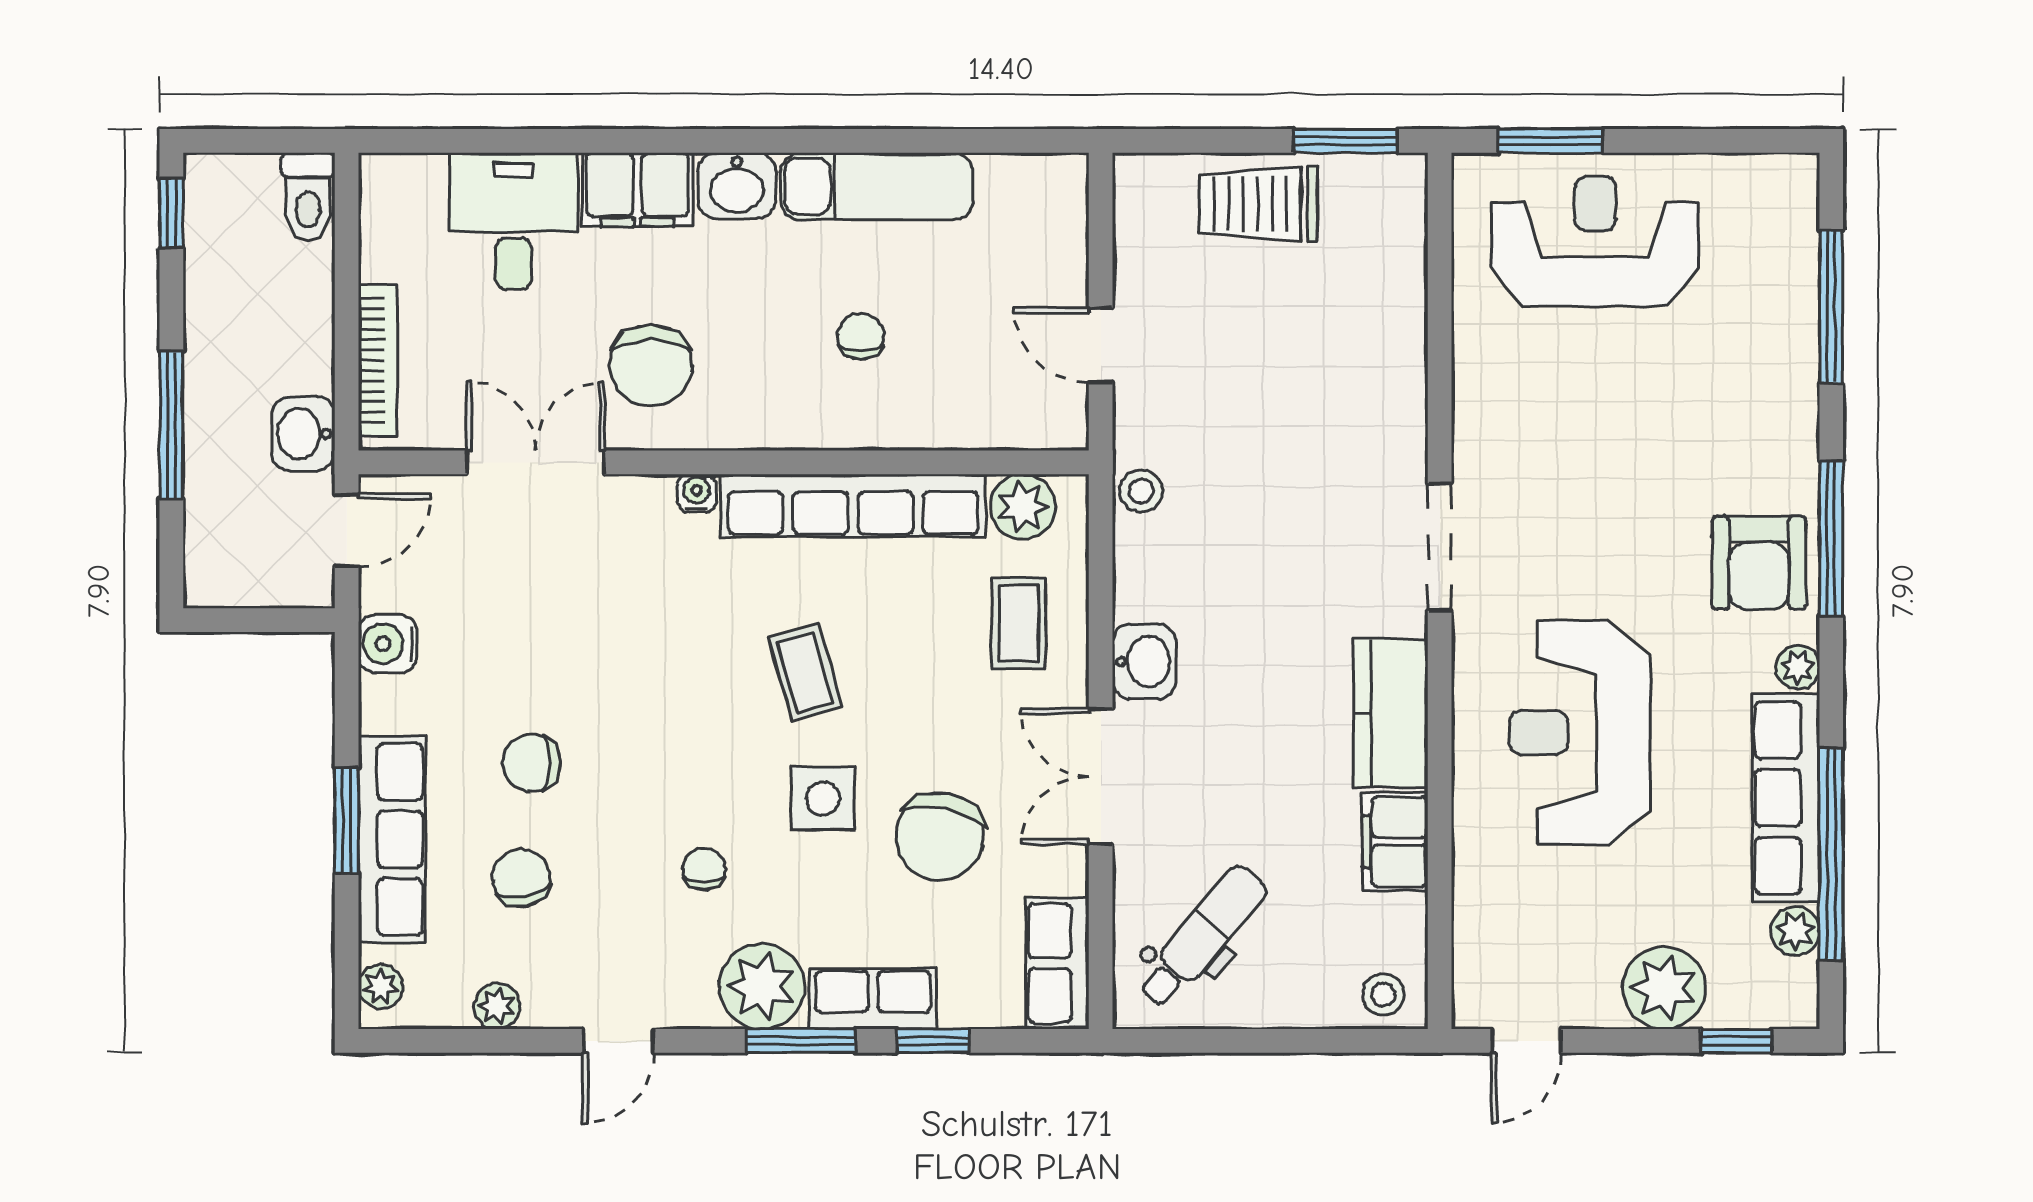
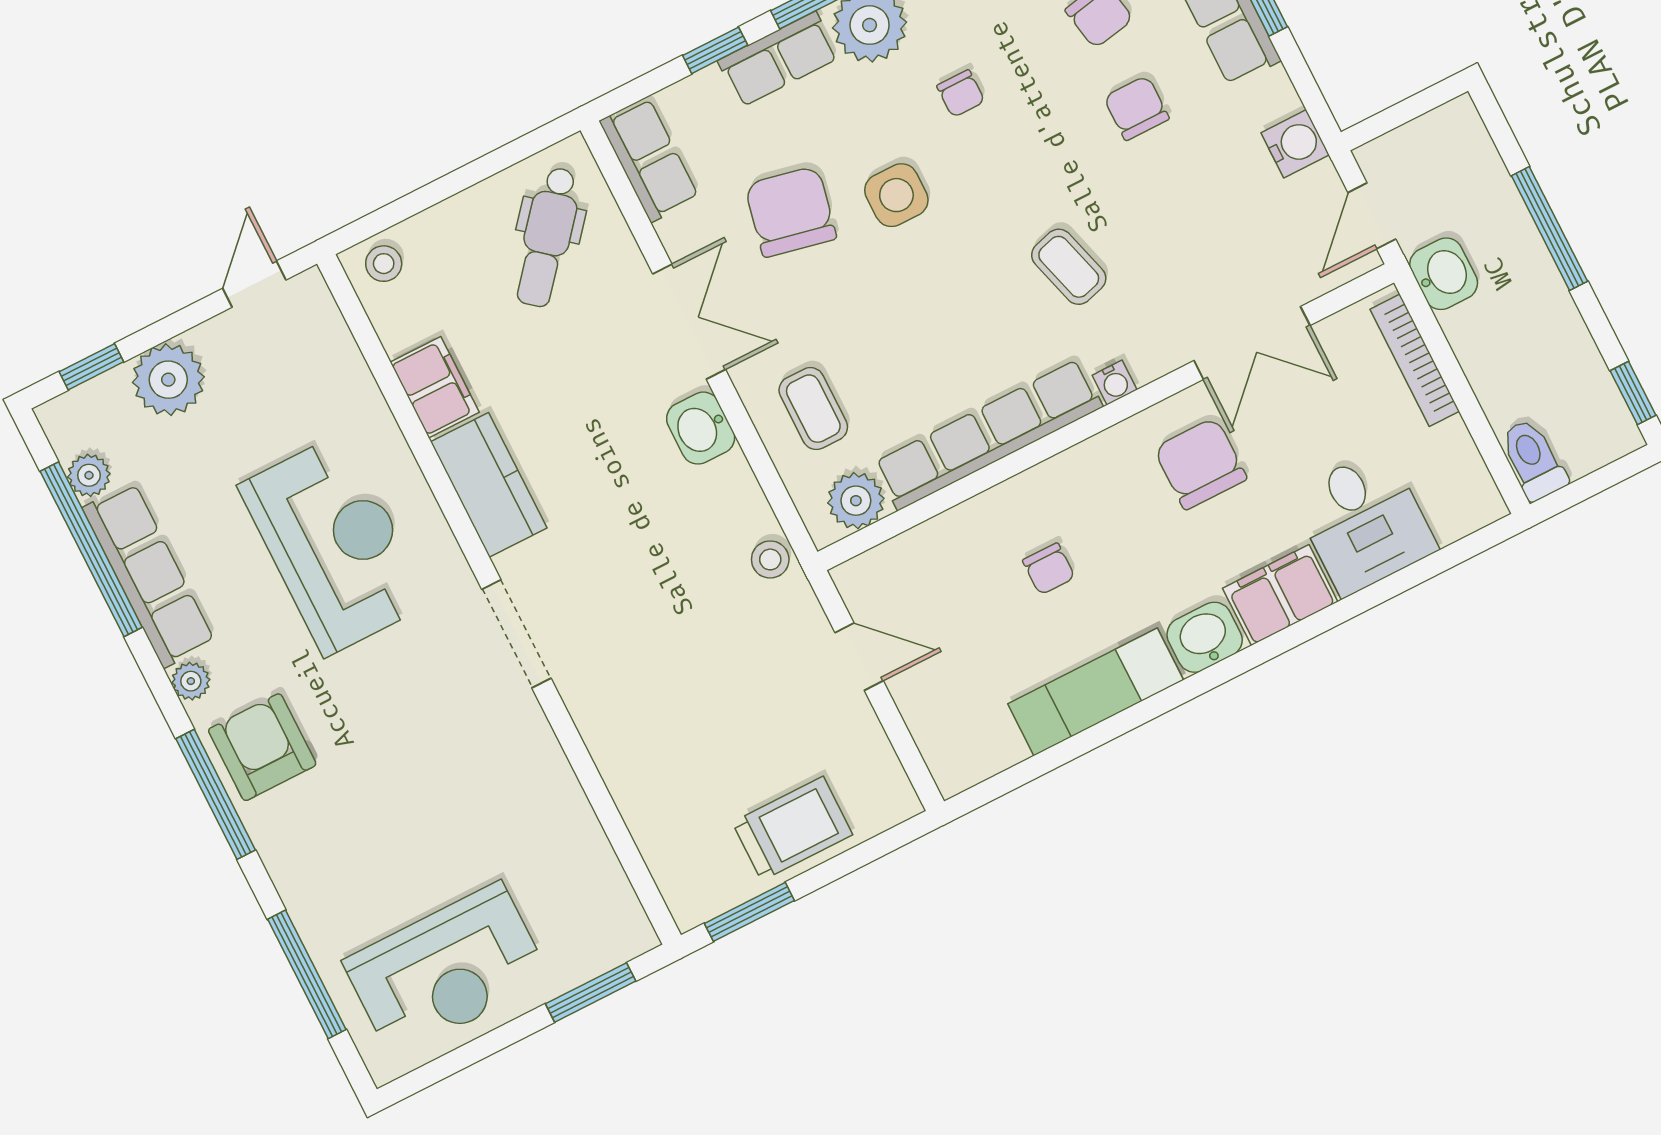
reception desk: (1595, 241) -> (447, 970), moved
coffee table: (805, 672) -> (1069, 267), moved
chair: (532, 763) -> (1136, 108), turned -90

